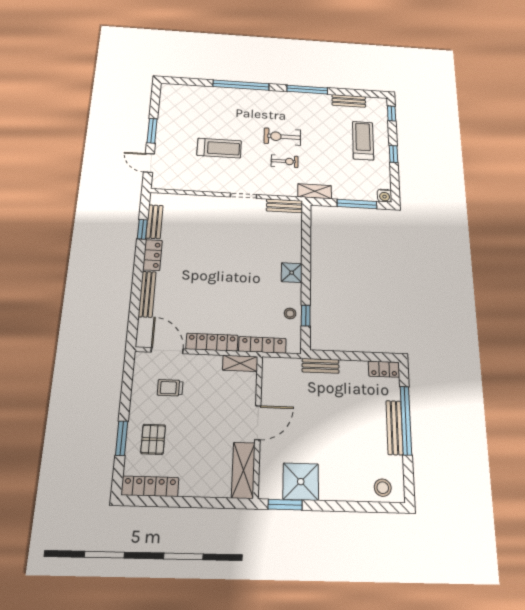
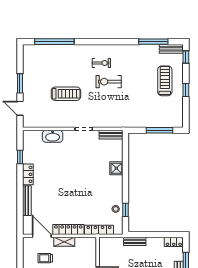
window: (241, 85) -> (54, 42), moved
window: (307, 90) -> (153, 42), moved
bench: (349, 101) -> (171, 49), moved
exercise bike: (285, 161) -> (101, 63), moved
shelving: (315, 191) -> (131, 123), removed
water cooler: (384, 196) -> (178, 123), removed
washbasin: (196, 203) -> (53, 136), added
bench: (154, 222) -> (27, 151), removed
shower: (292, 273) -> (116, 168), moved
shelving: (240, 363) -> (64, 242), moved

